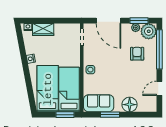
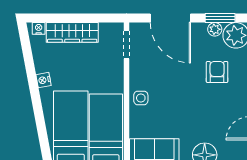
wardrobe: (43, 30) -> (72, 32), width x1.50

